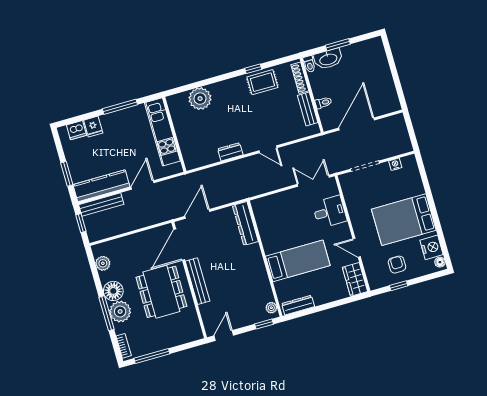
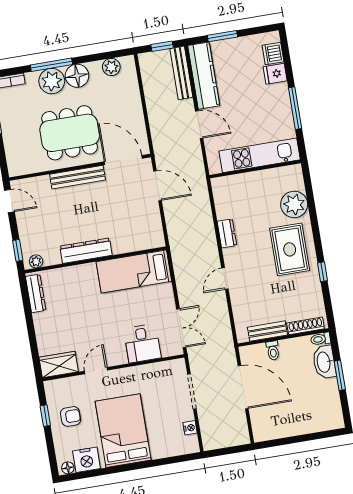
rug: (262, 82) -> (290, 249), moved, width x1.36, depth x1.43
dresser: (245, 223) -> (86, 251), moved
bed: (298, 261) -> (134, 271), moved, turned 90

